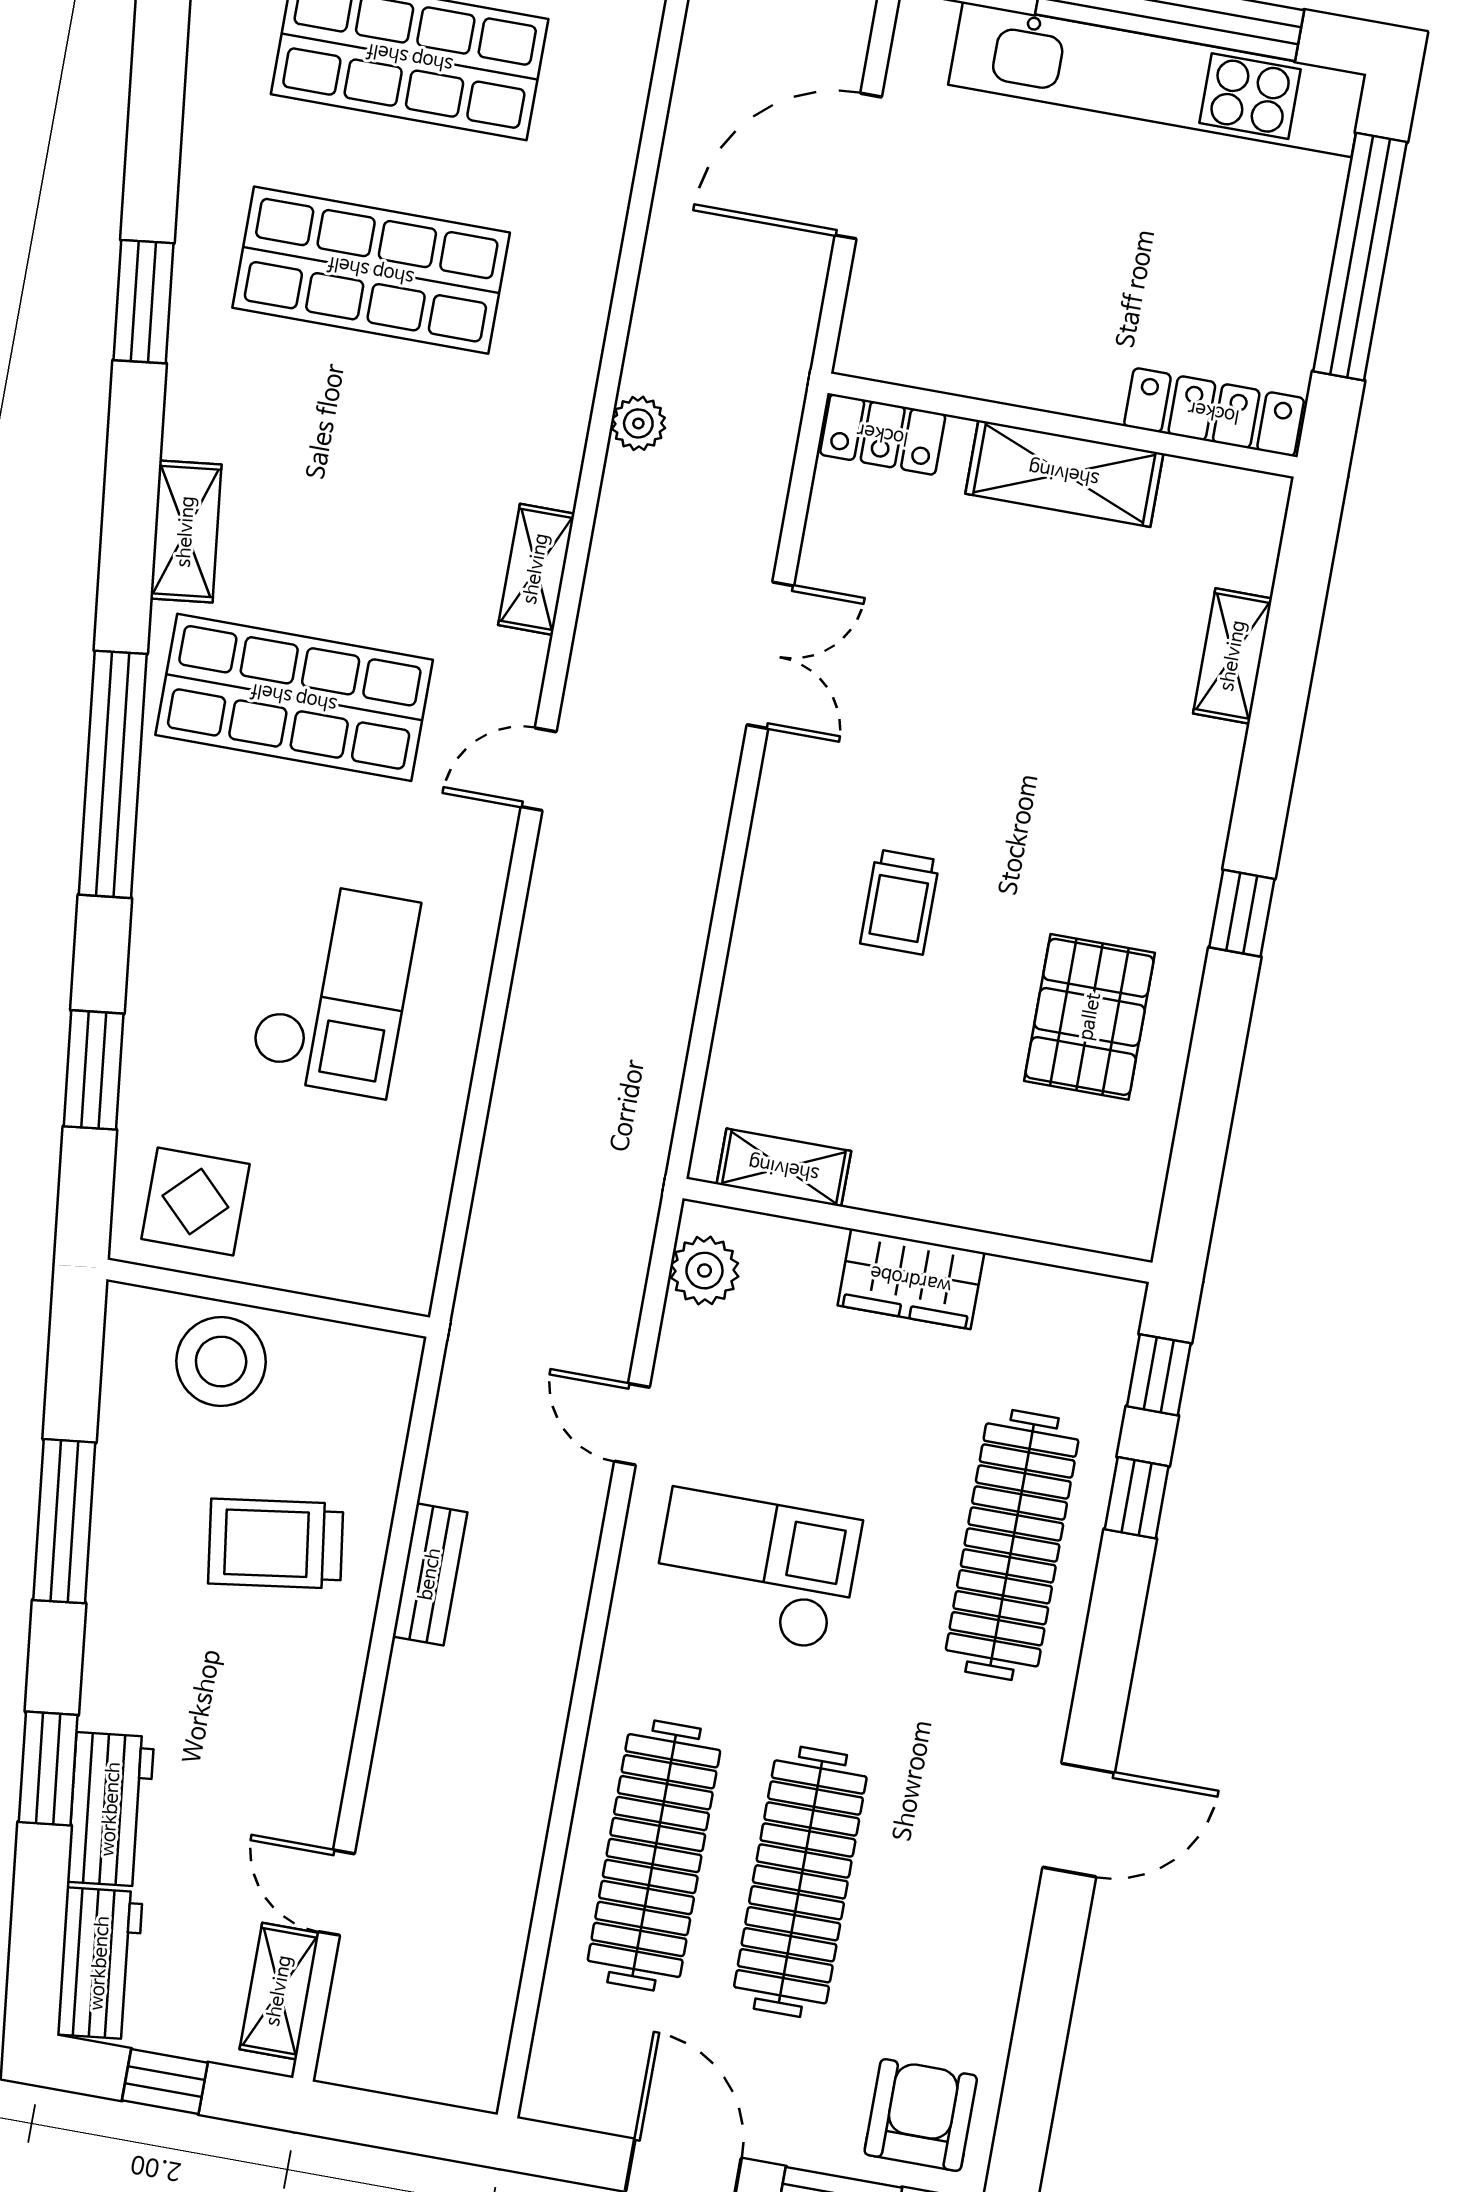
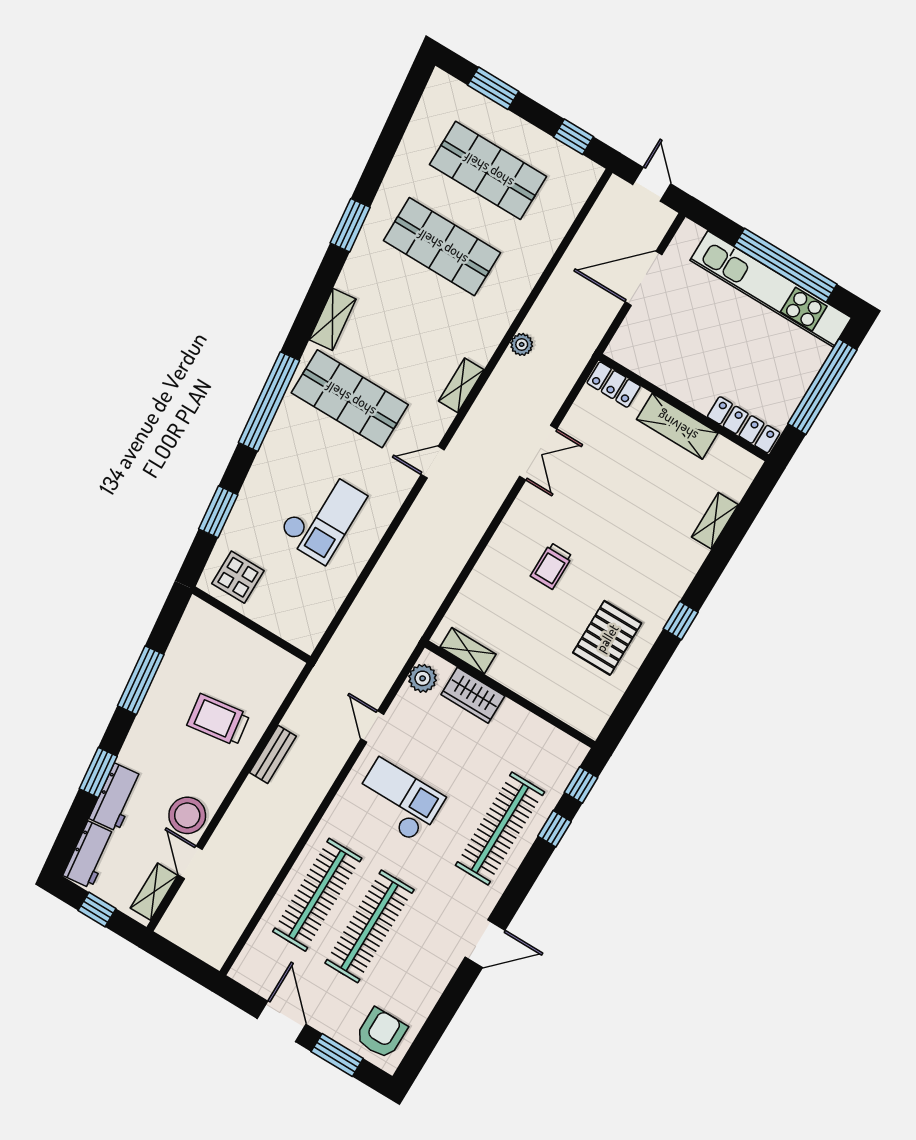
wardrobe: (911, 1279) -> (473, 695), moved
stool: (221, 1362) -> (187, 815), moved

